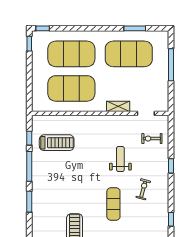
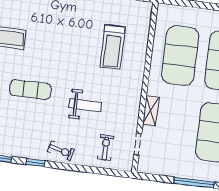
treadmill: (57, 143) -> (113, 47), moved
window: (171, 166) -> (36, 163), moved
exercise bike: (143, 189) -> (61, 150), moved

